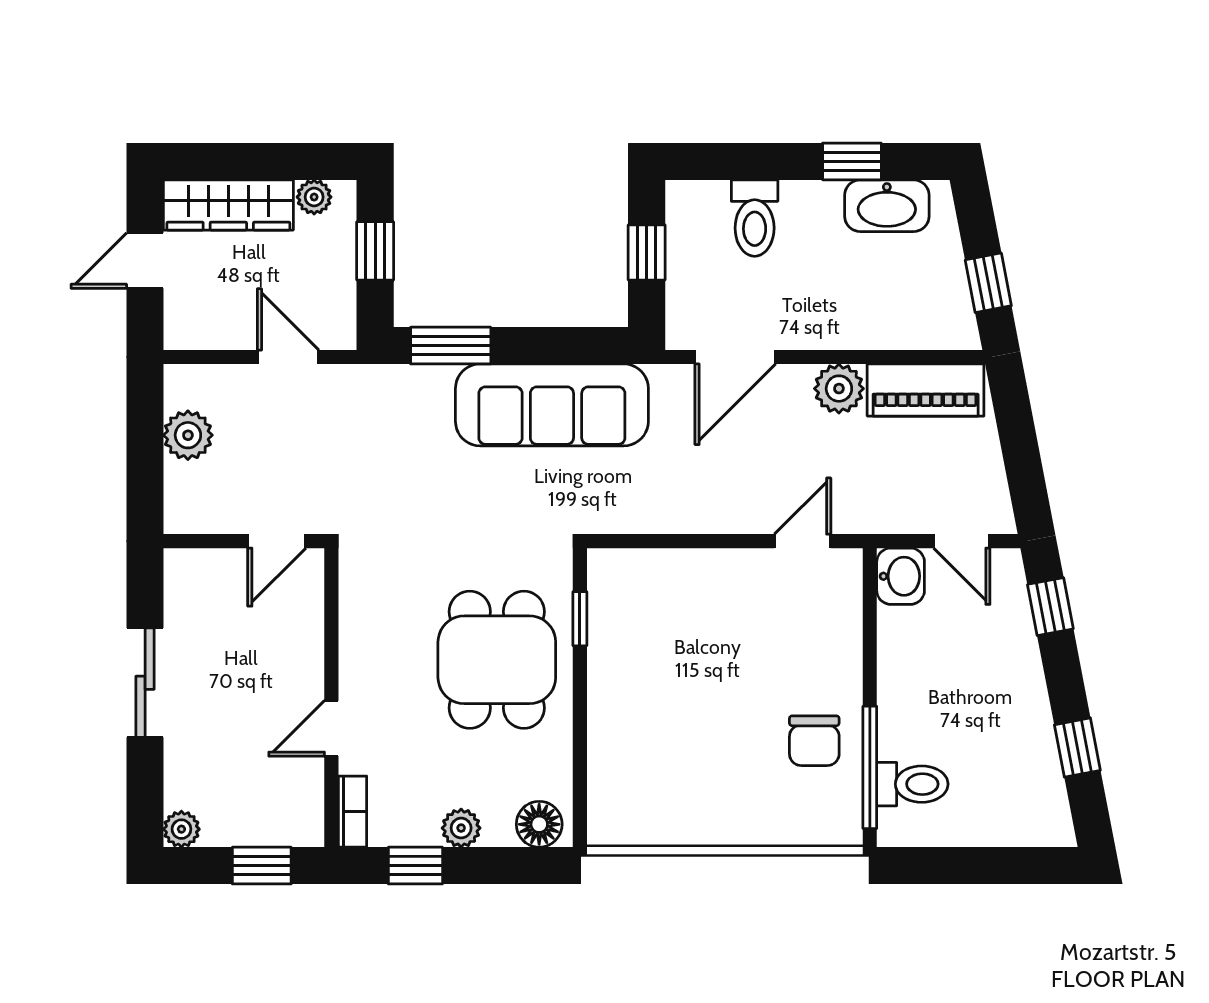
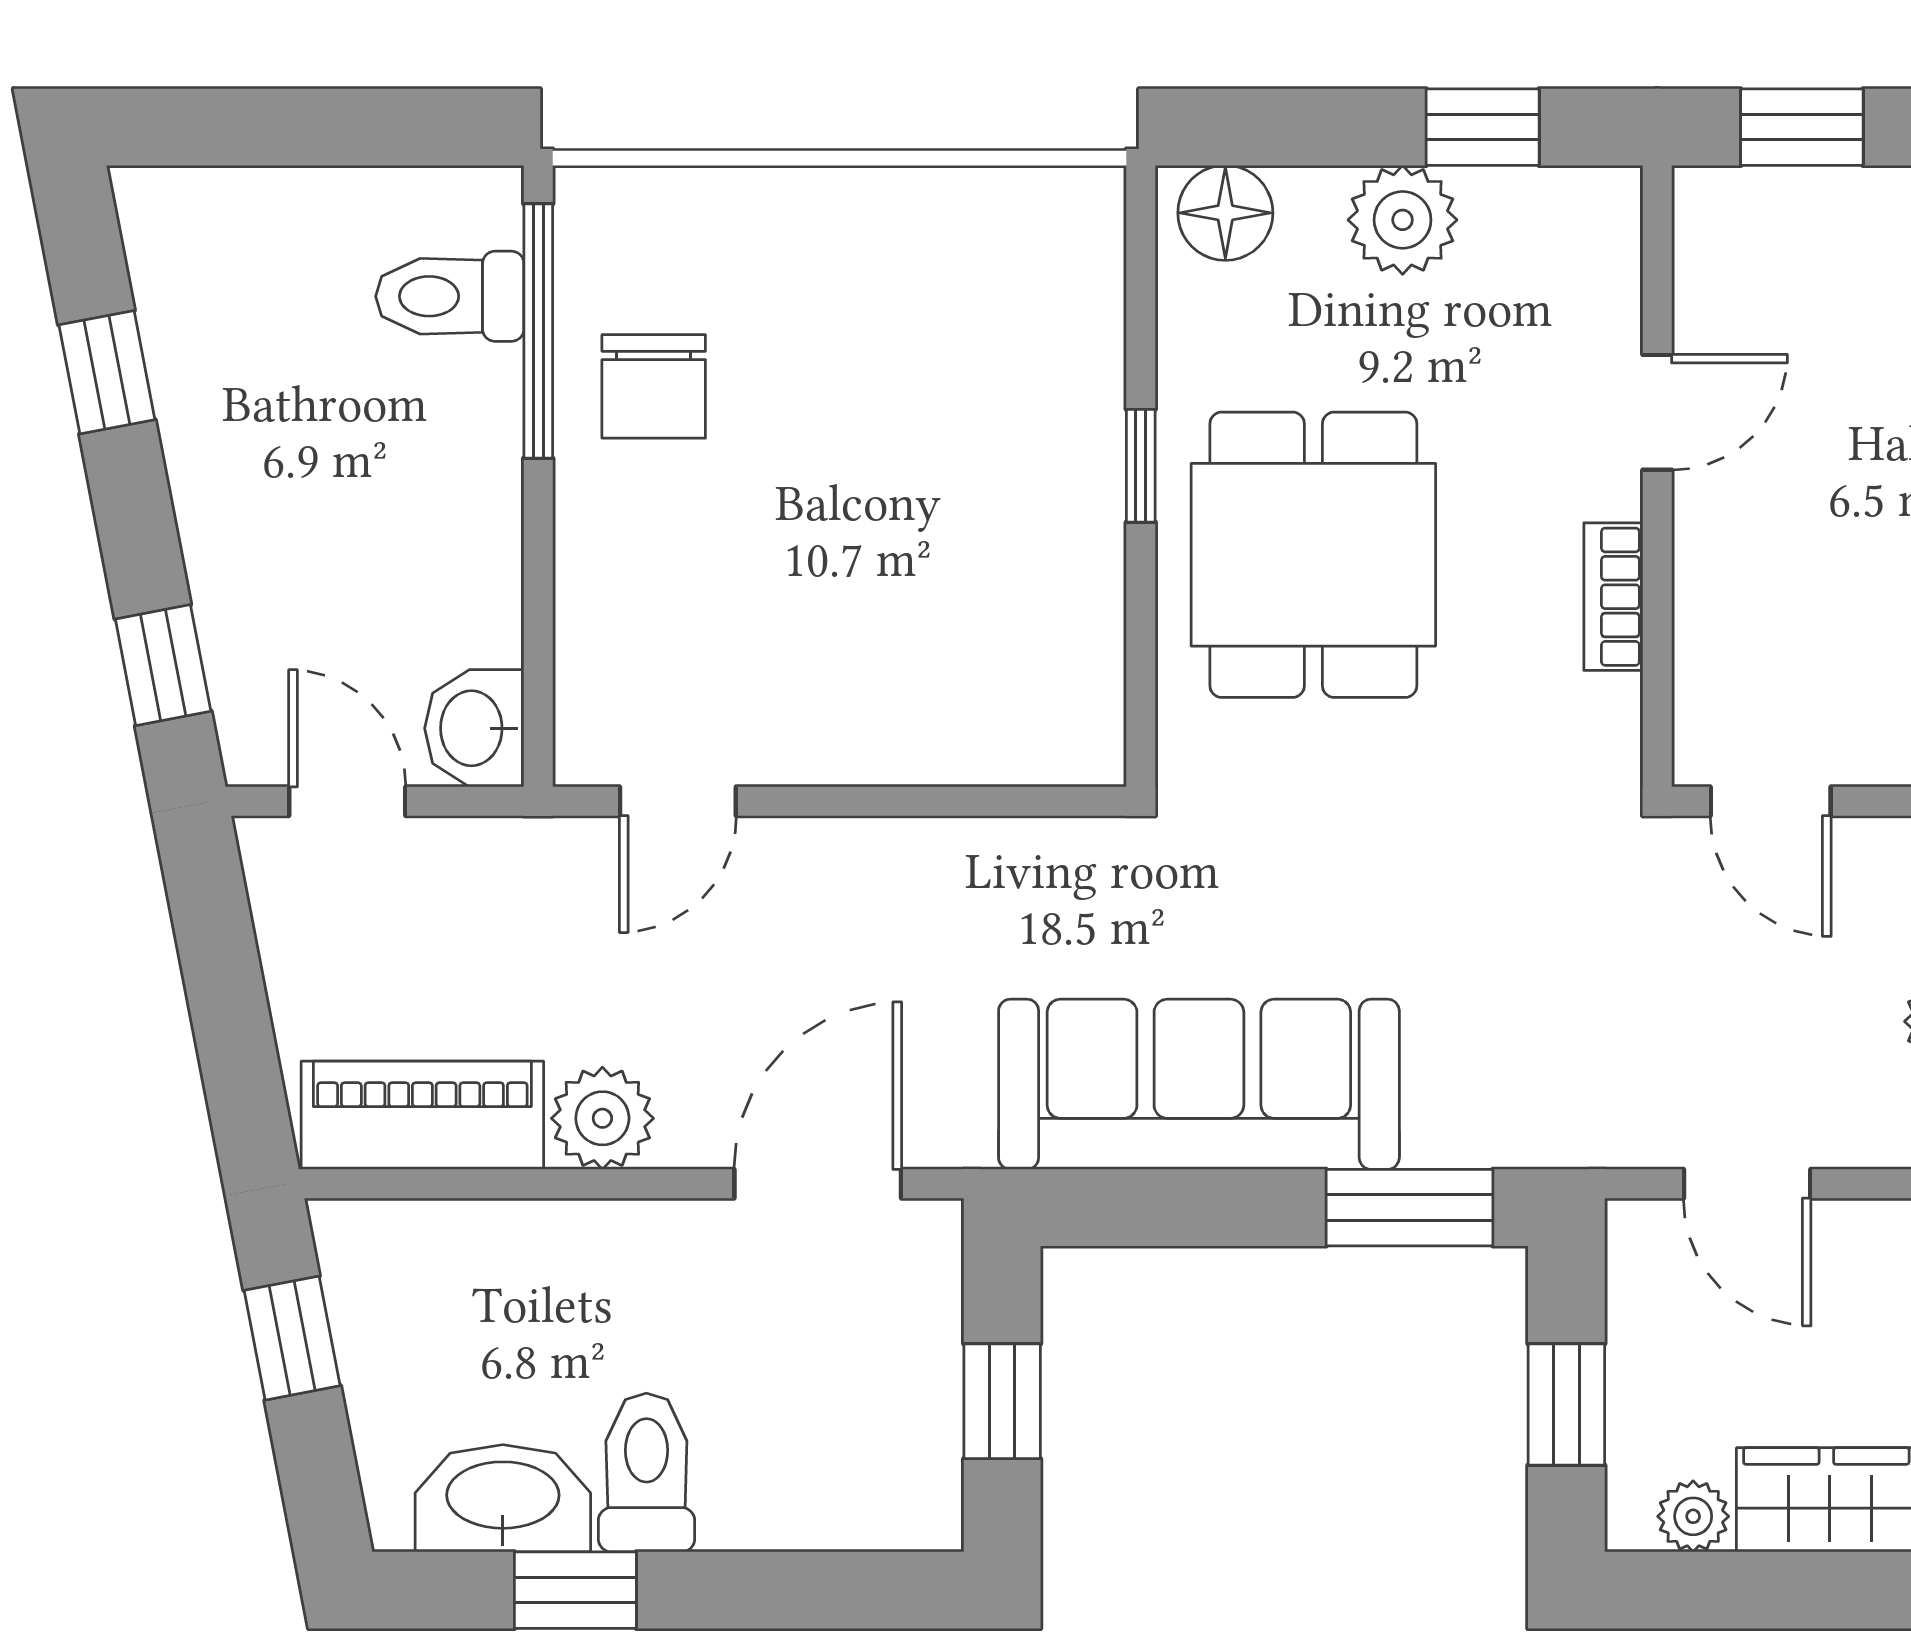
toilet: (755, 218) -> (646, 1473), moved
door: (277, 541) -> (1771, 801), swing flipped
window: (580, 619) -> (1141, 466), moved
chair: (814, 741) -> (654, 386), turned 180
bookcase: (353, 812) -> (1613, 597), moved
plant: (461, 828) -> (1403, 220), width x1.38, depth x1.38

